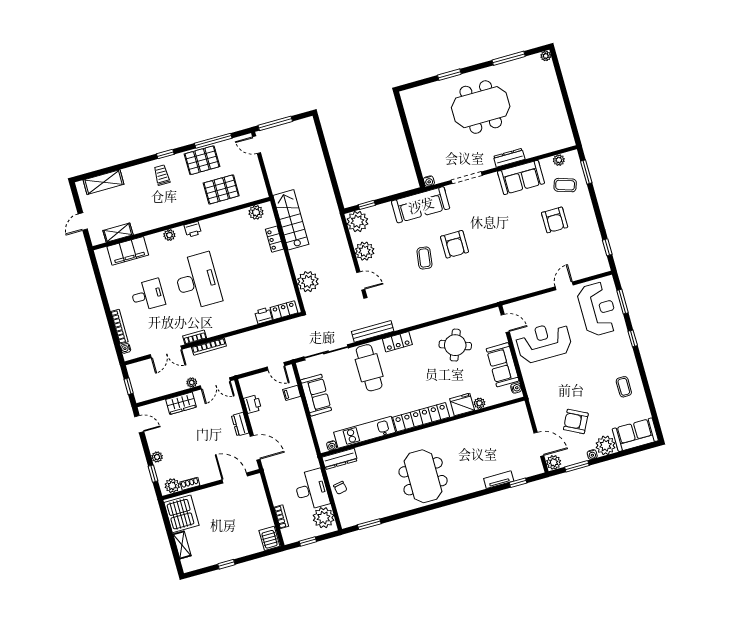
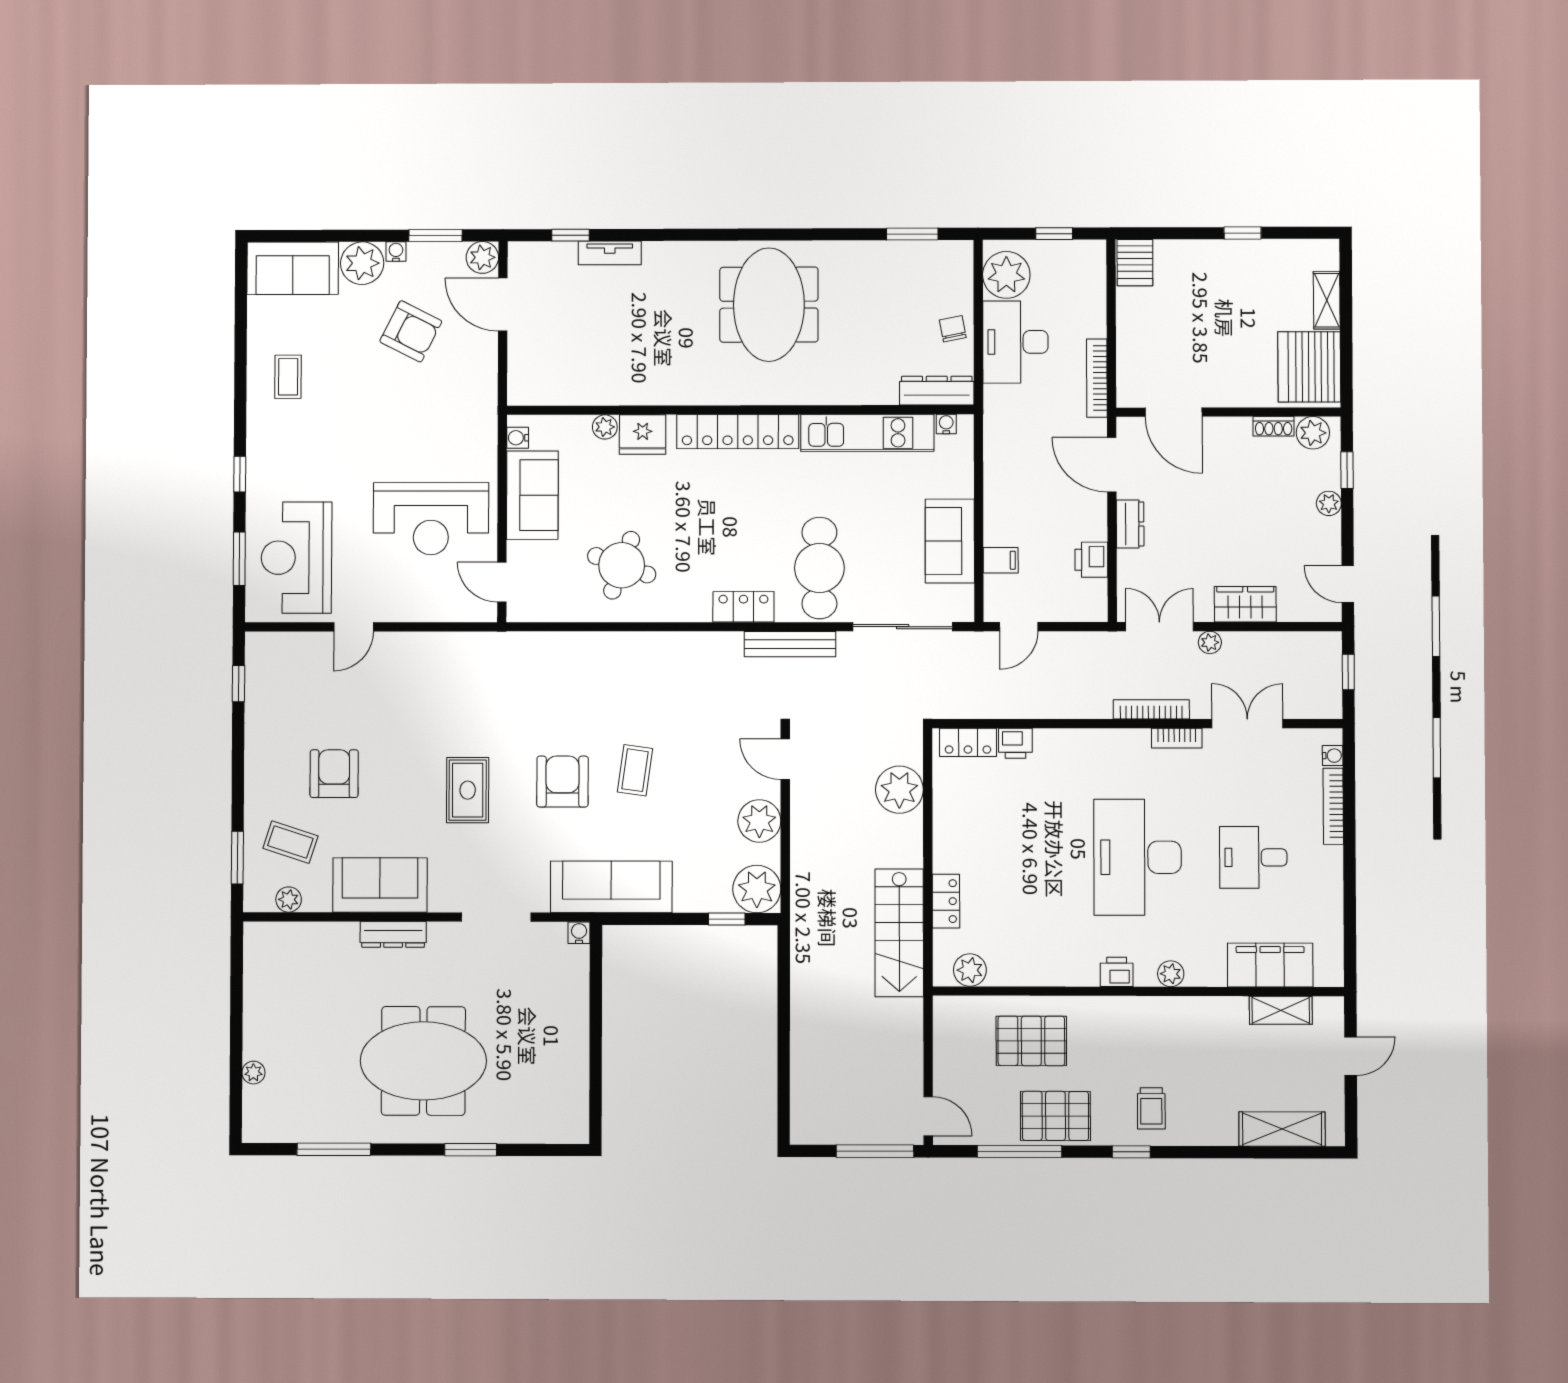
plant: (546, 56) -> (253, 1073), moved
rug: (495, 229) -> (468, 790), added
door: (276, 366) -> (1019, 627), swing flipped
bookcase: (281, 517) -> (1097, 378), moved, width x1.56

